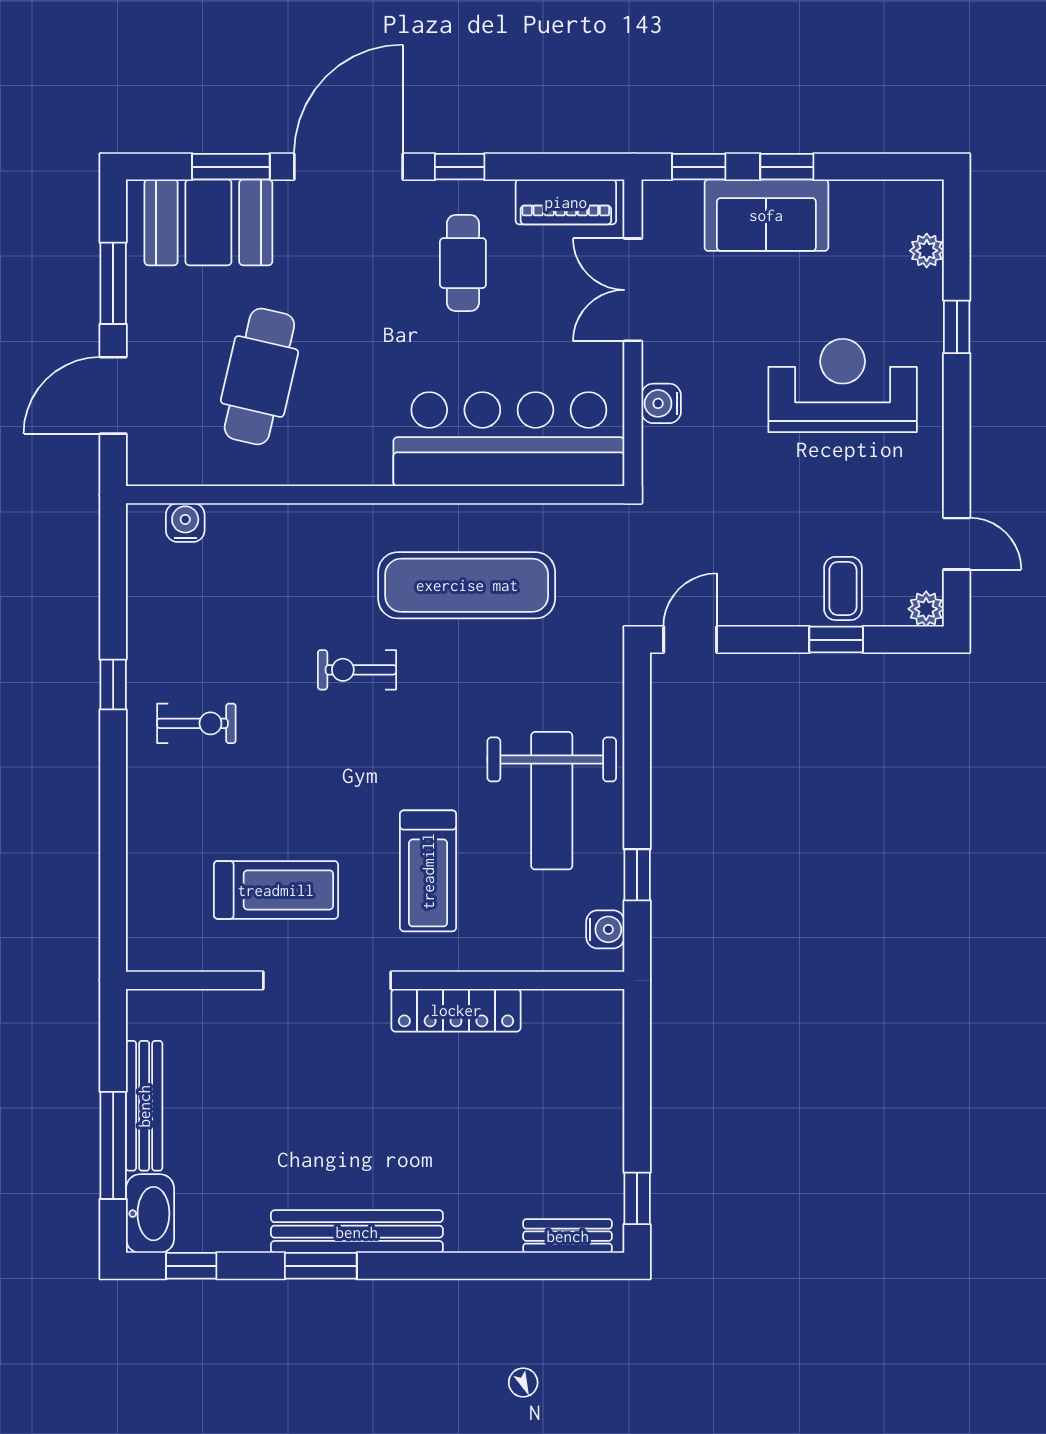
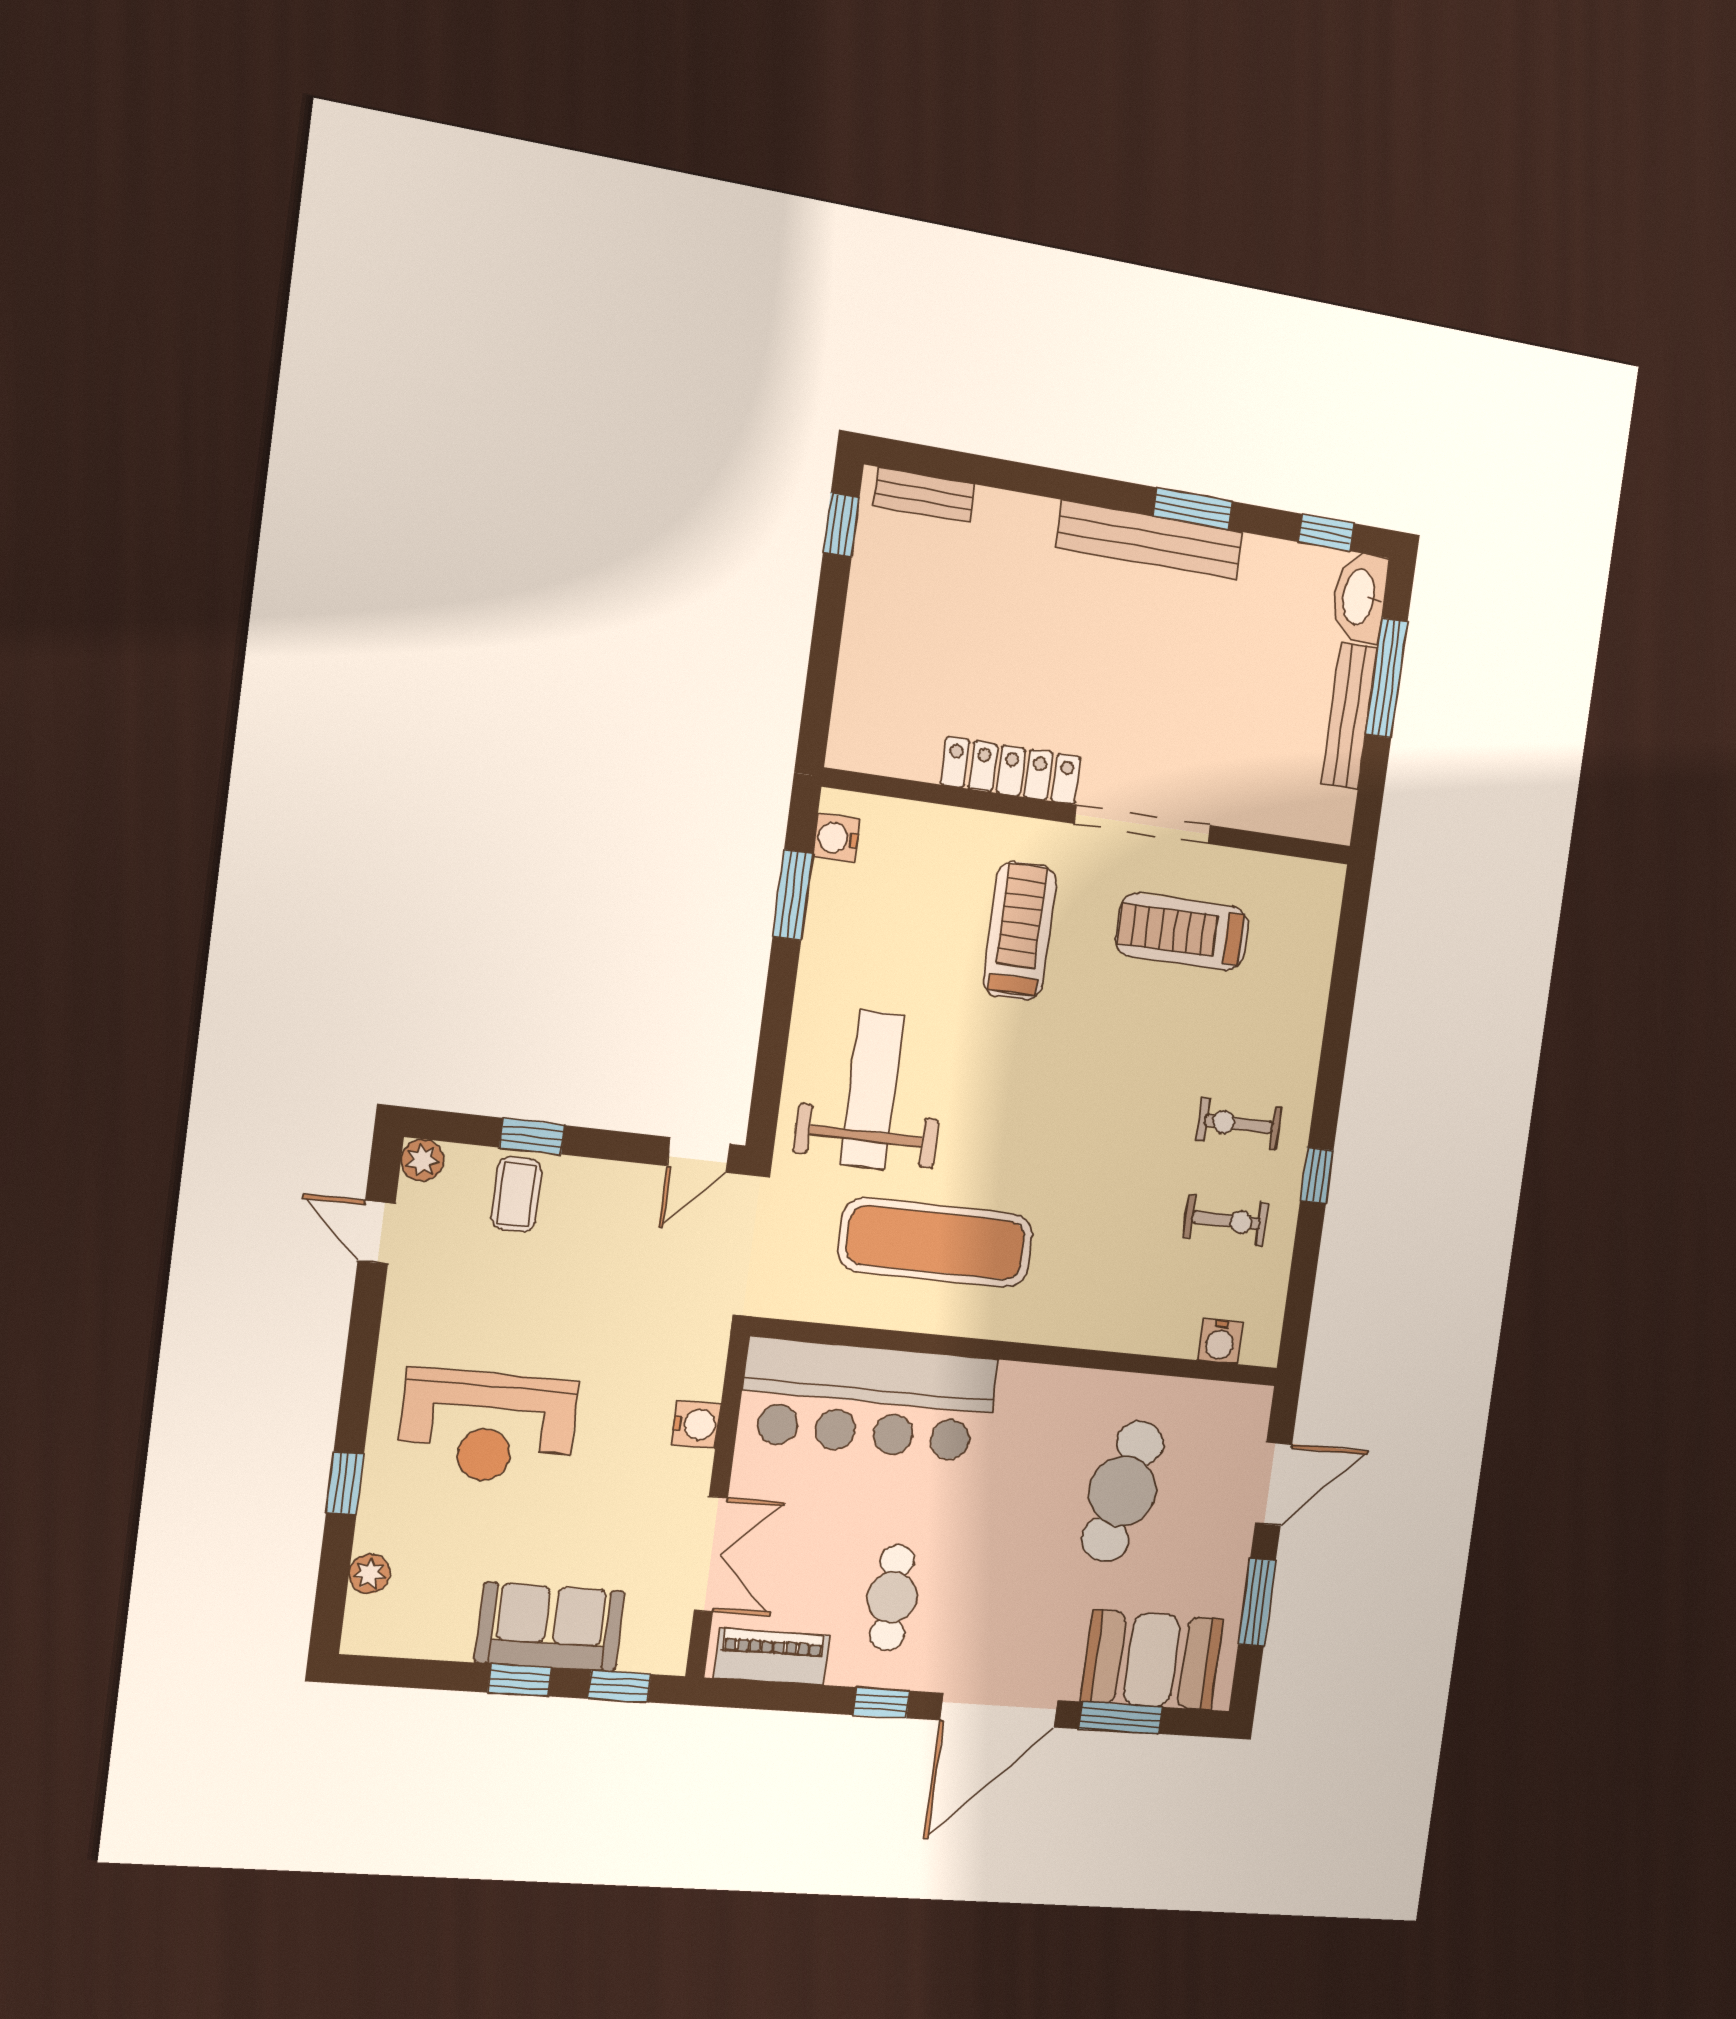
exercise bike: (357, 670) -> (1226, 1220), moved
weight bench: (552, 801) -> (872, 1090), moved
window: (637, 875) -> (793, 895), width x1.50

